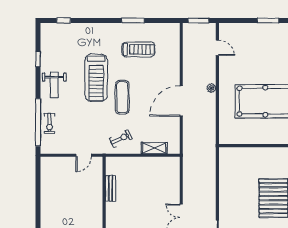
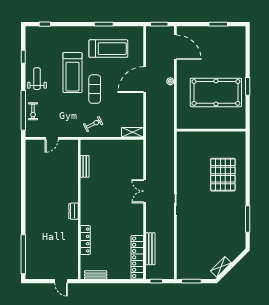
door: (217, 48) -> (175, 47), width x1.87
treadmill: (138, 49) -> (108, 49), width x1.37, depth x1.38
weight bench: (54, 85) -> (37, 79), turned 180
door: (181, 101) -> (145, 80), moved
shelving: (154, 148) -> (133, 132), moved
door: (84, 155) -> (52, 138), moved

